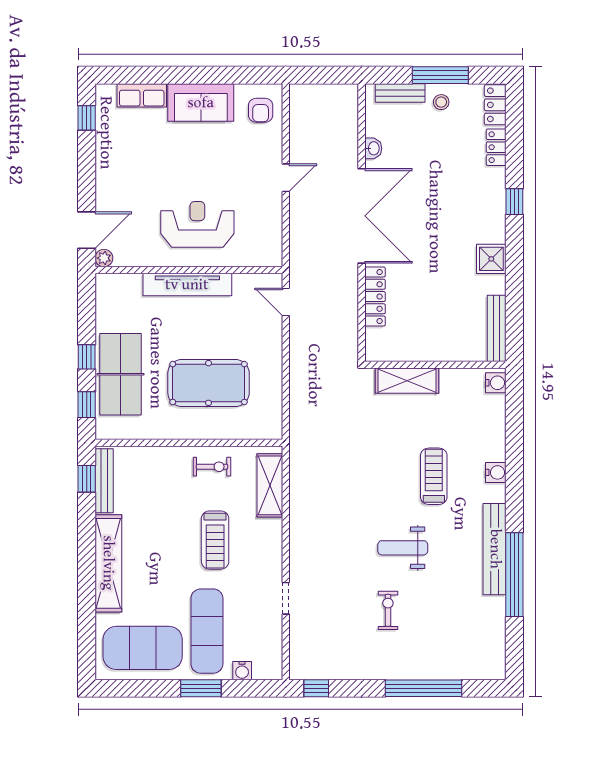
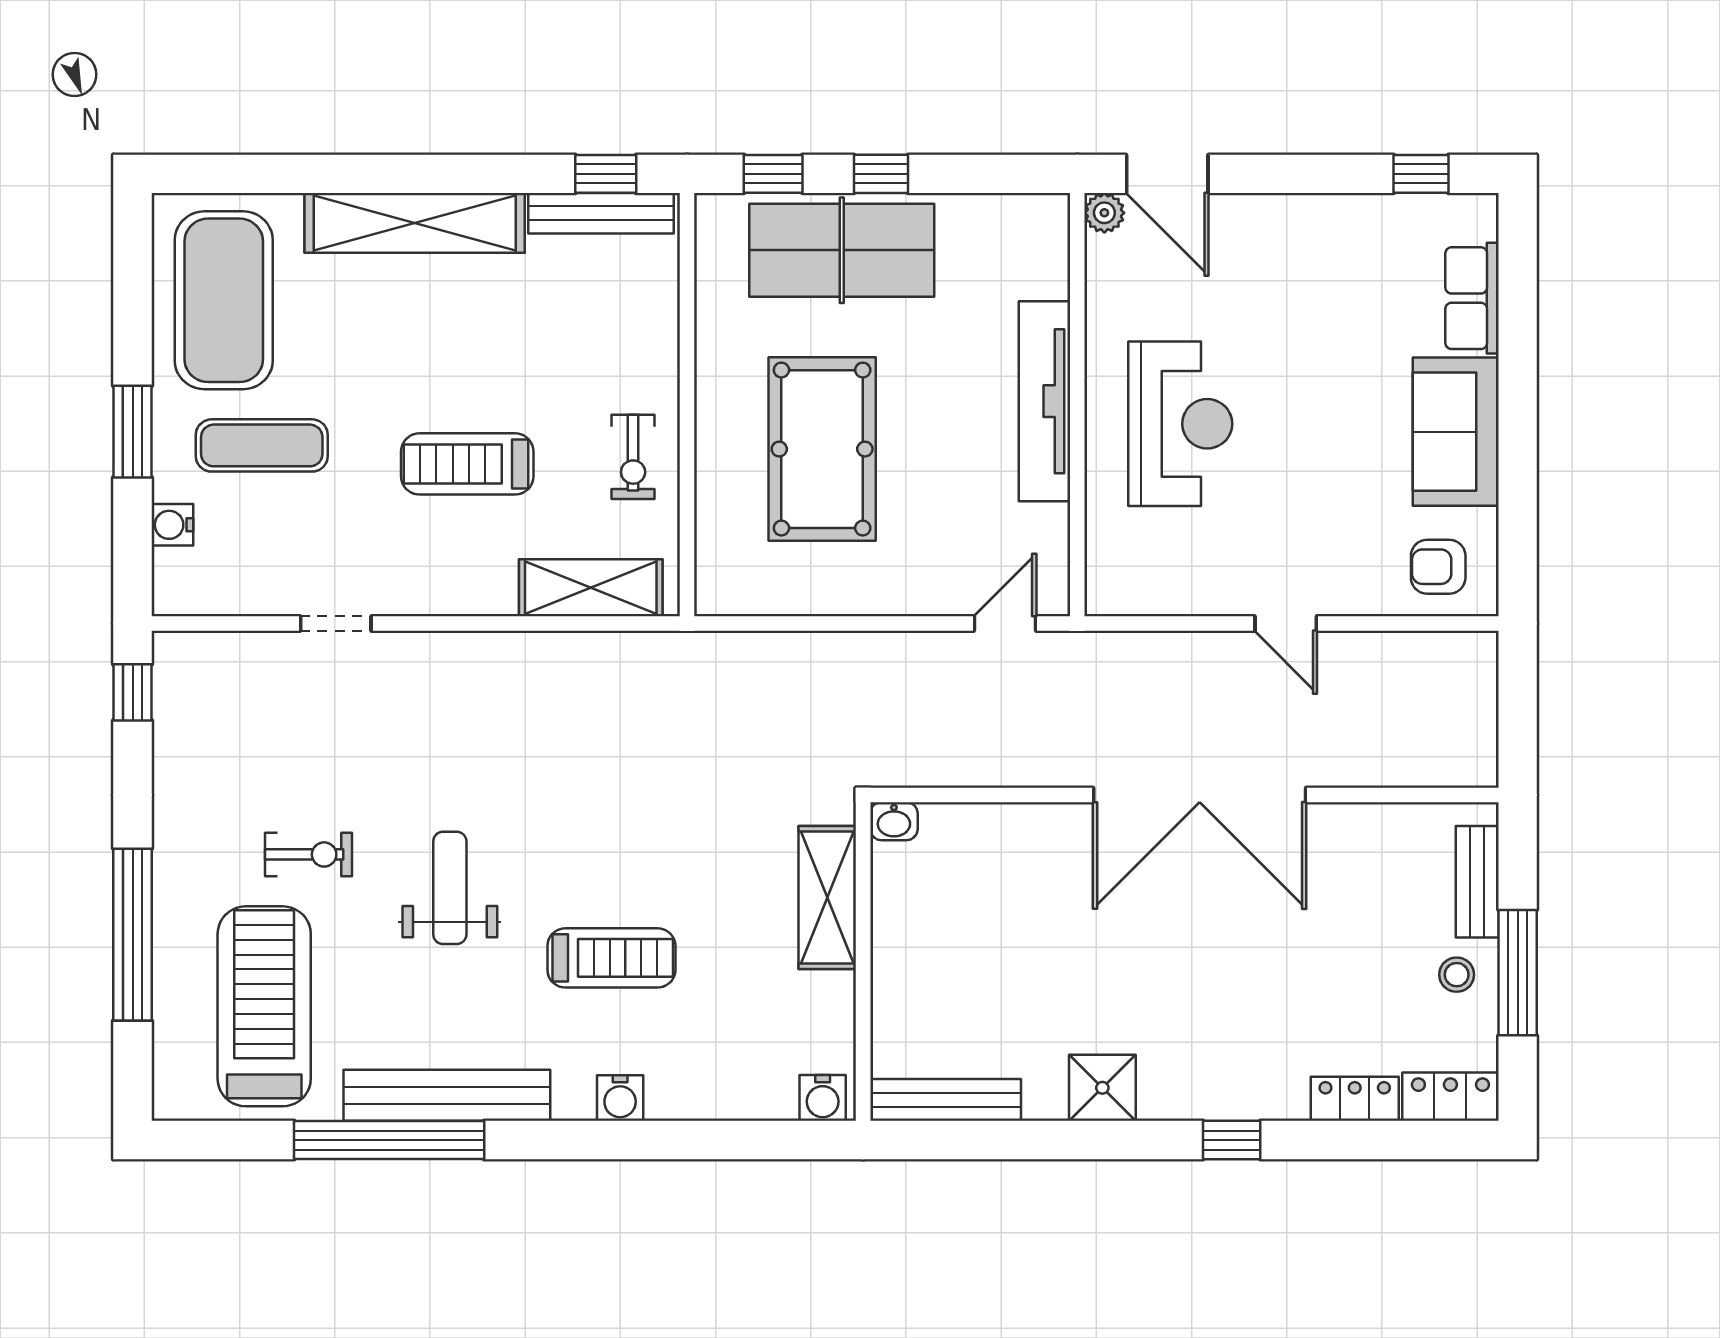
washbasin: (373, 148) -> (894, 821), moved
locker: (375, 297) -> (1017, 825), removed
treadmill: (455, 630) -> (264, 1006), added
exercise mat: (207, 631) -> (262, 445), width x0.73, depth x0.69

